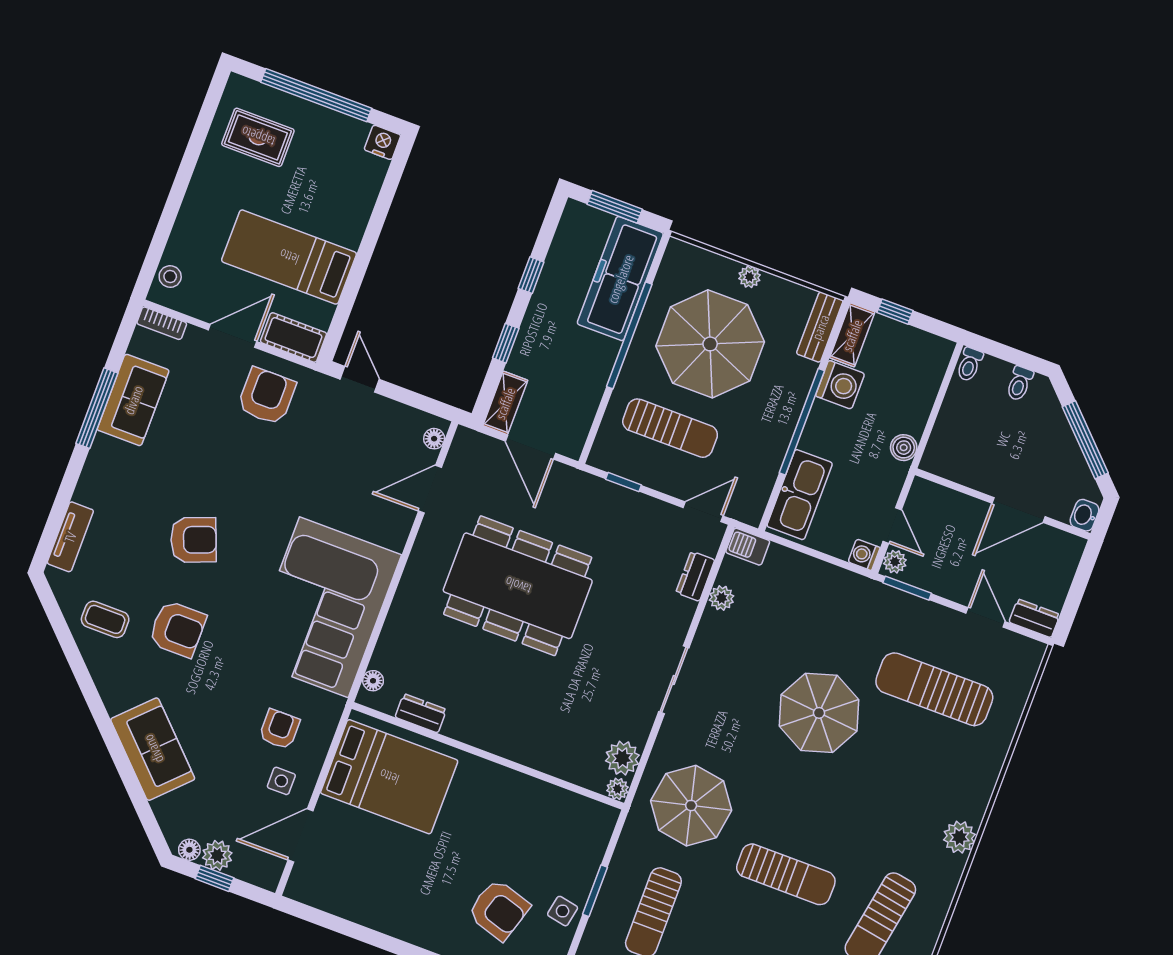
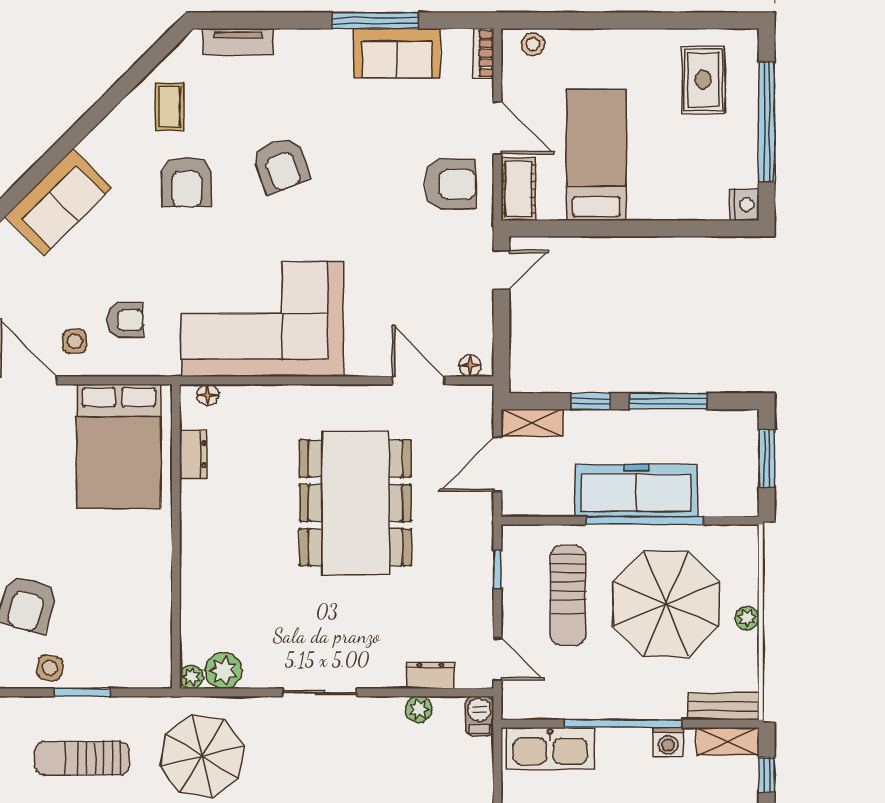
window: (531, 275) -> (668, 401), width x2.17
freezer: (620, 279) -> (636, 491), moved
washing machine: (840, 385) -> (668, 742), width x0.73, depth x0.73

